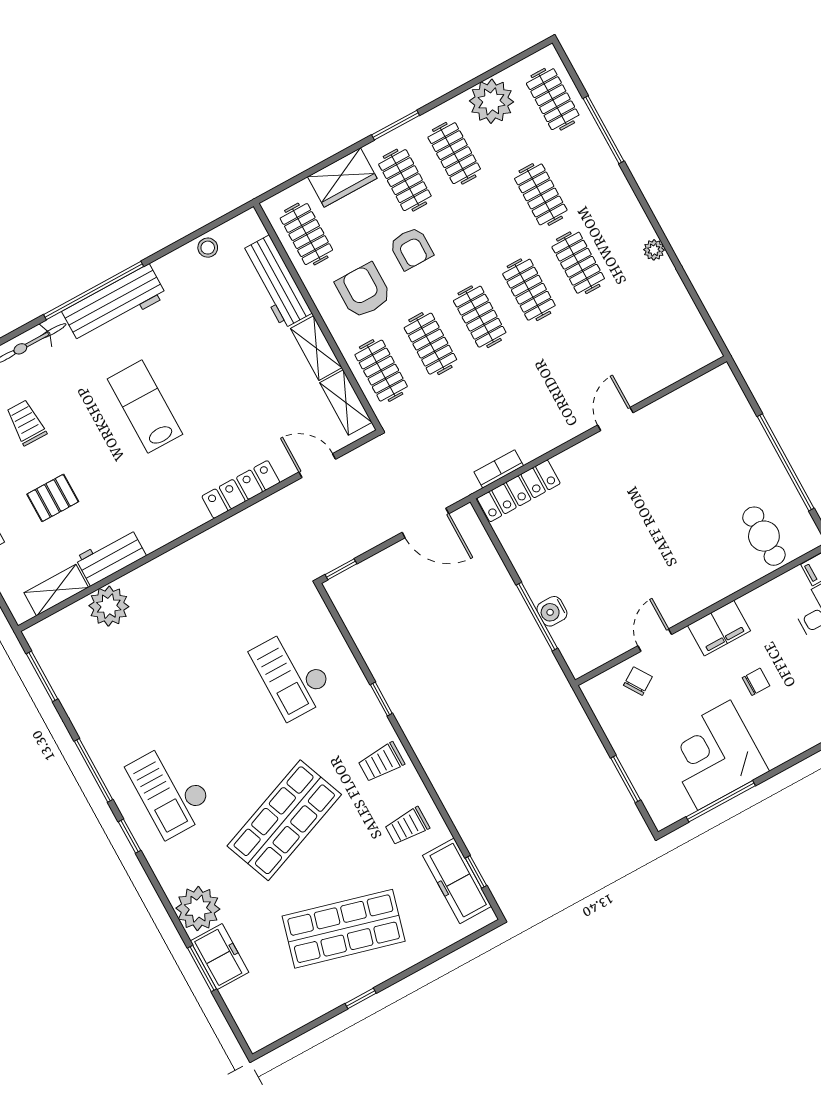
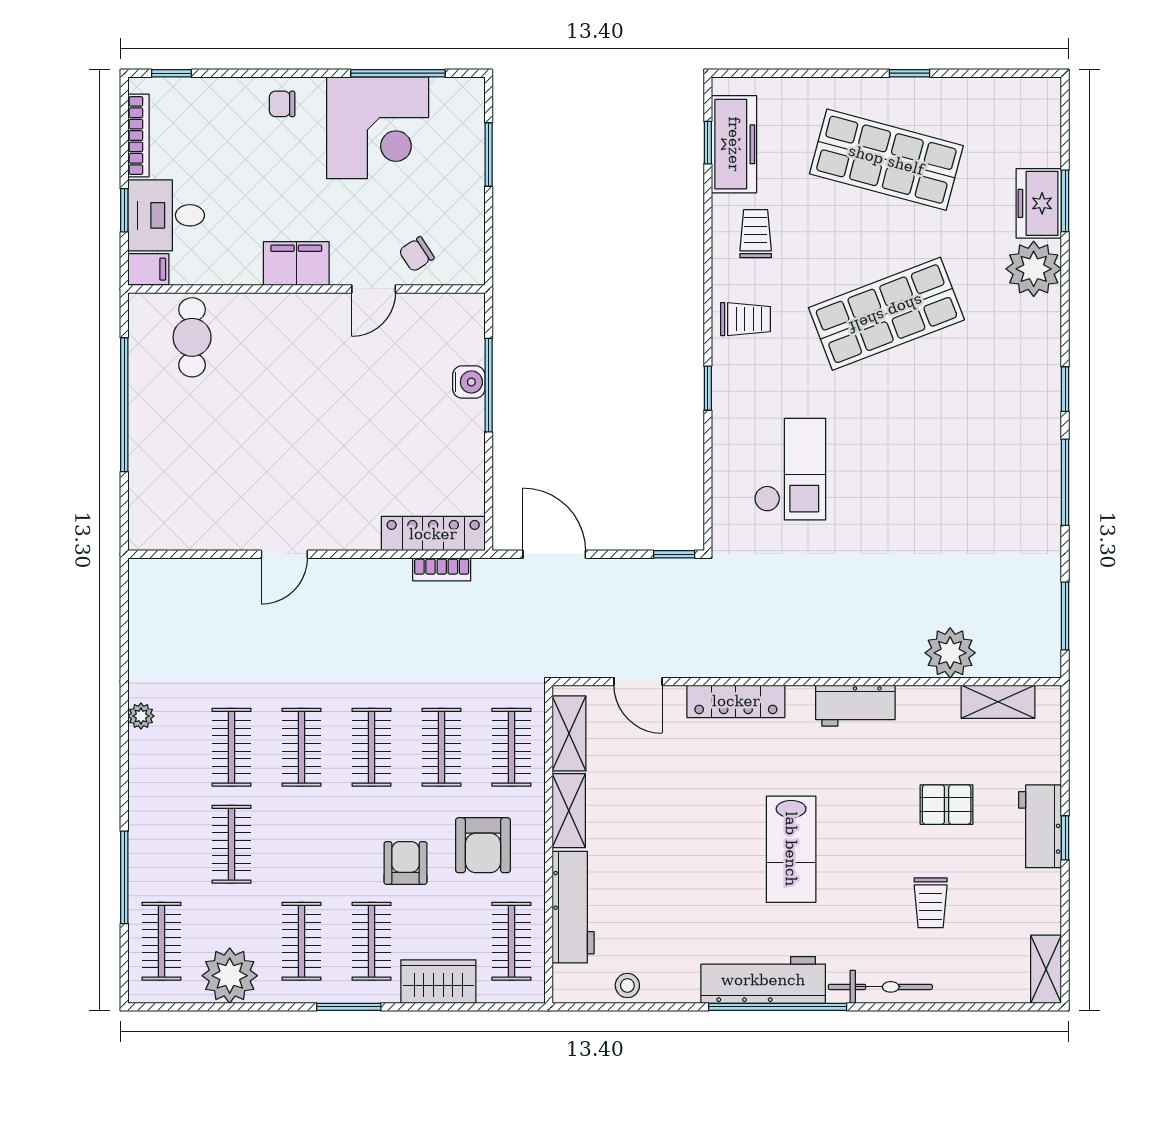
workbench: (111, 557) -> (855, 706), moved
chair: (756, 682) -> (282, 104), moved
checkout: (171, 790) -> (992, 415), removed
trolley: (407, 826) -> (756, 234), turned -90

